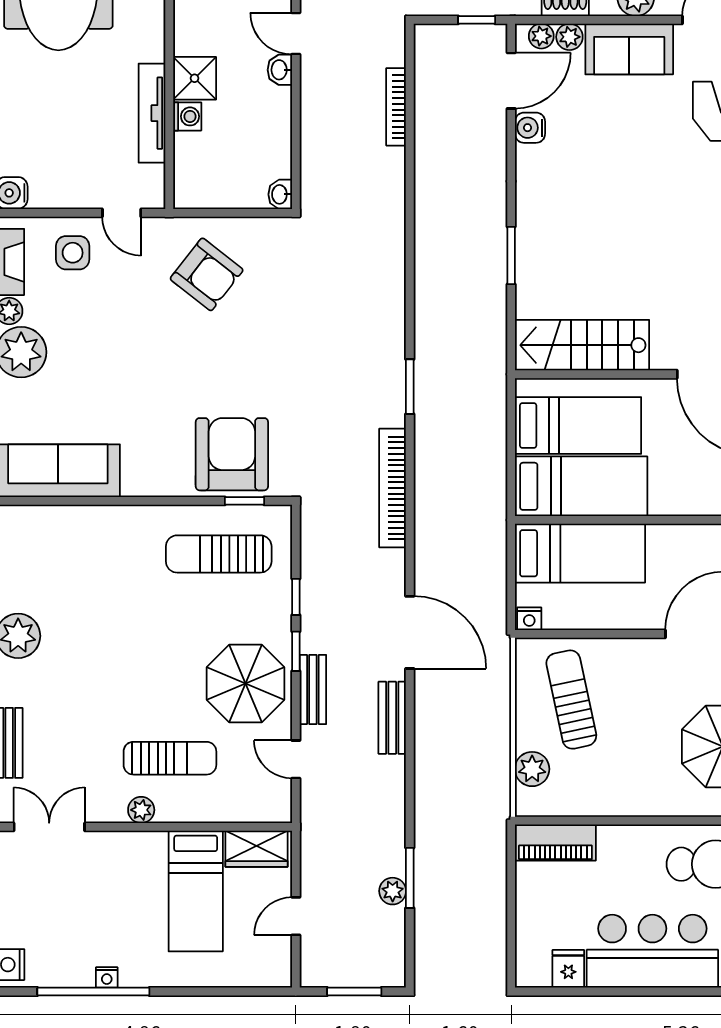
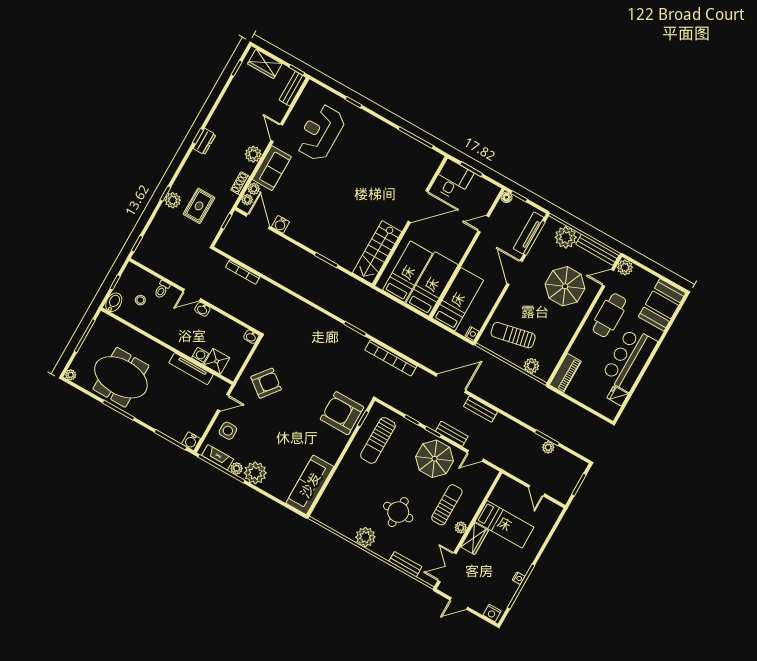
shower: (195, 78) -> (217, 361), moved
round table: (102, 672) -> (398, 512), added
wardrobe: (257, 849) -> (474, 539), moved

